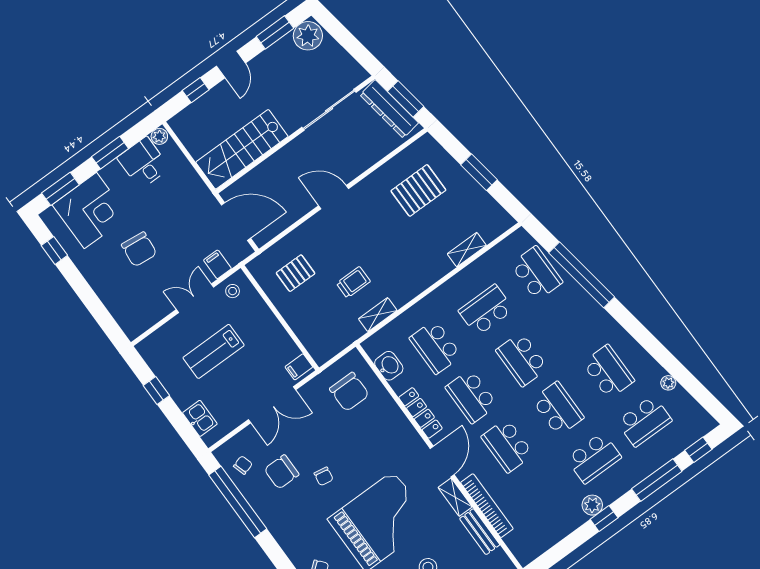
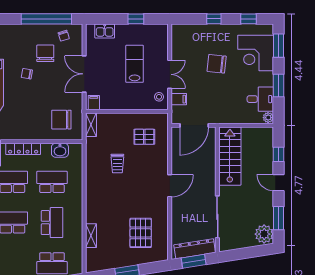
pallet: (296, 273) -> (144, 137), turned 90
window: (86, 294) -> (214, 19), added
shelving: (378, 315) -> (91, 125), moved

